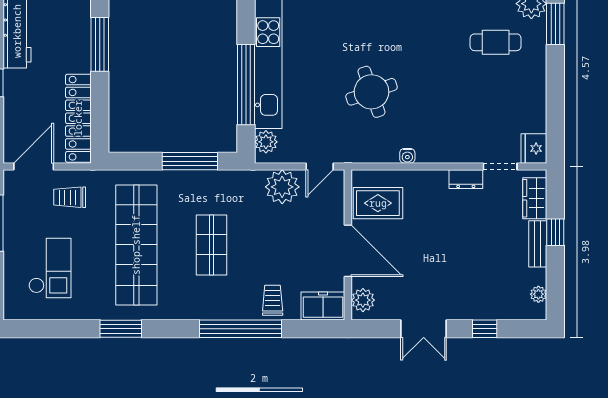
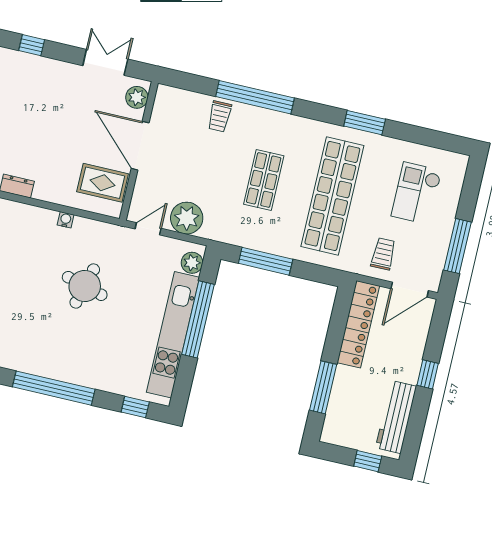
round table: (371, 92) -> (85, 286), turned 34
trolley: (70, 197) -> (383, 254), turned -90
freezer: (323, 306) -> (175, 100), removed
double door: (424, 329) -> (105, 62), moved

